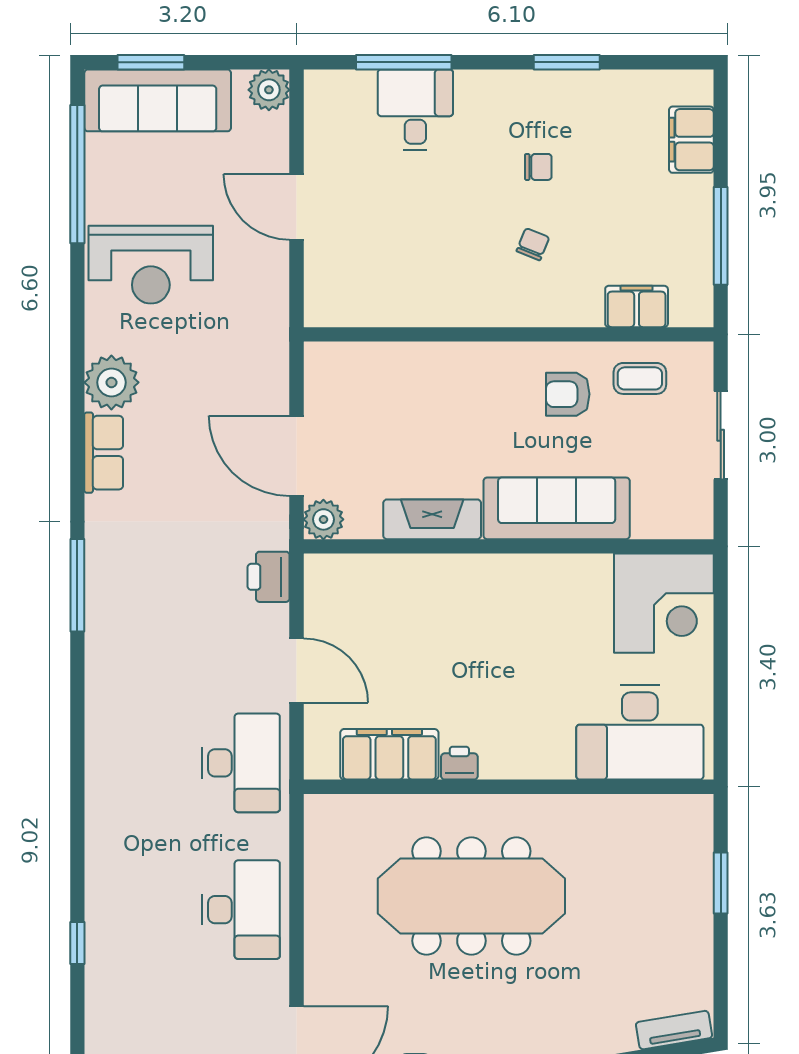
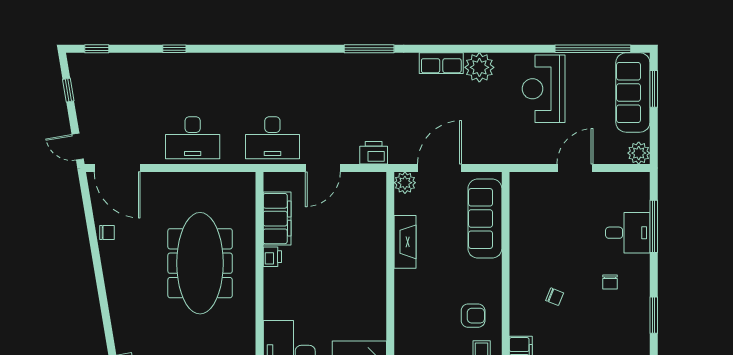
chair: (538, 167) -> (610, 282), moved
armchair: (568, 394) -> (473, 316), turned 90
sofa: (557, 508) -> (485, 219), moved, turned 180

